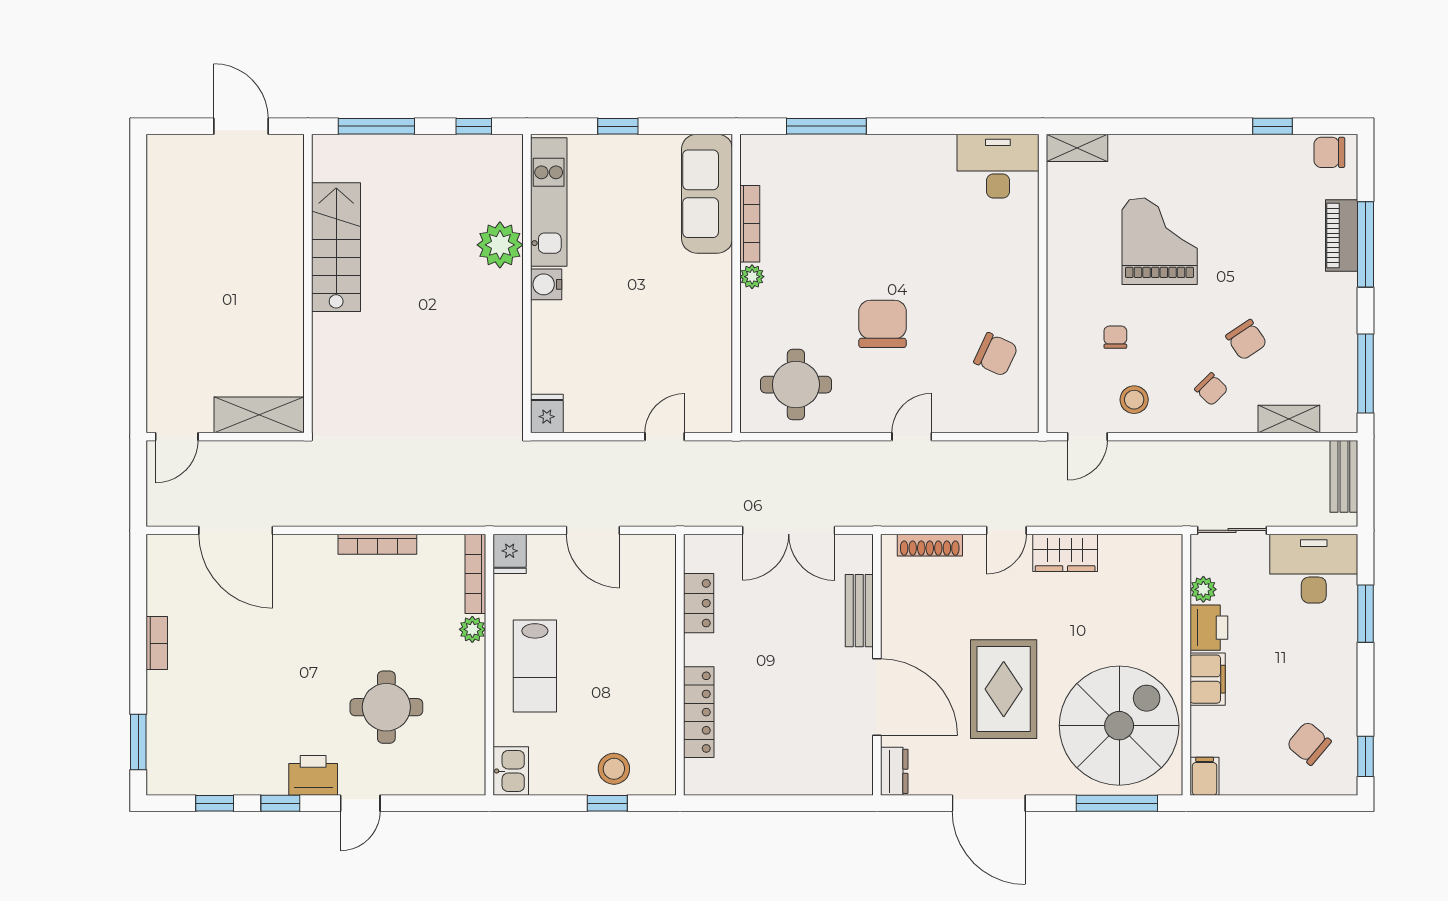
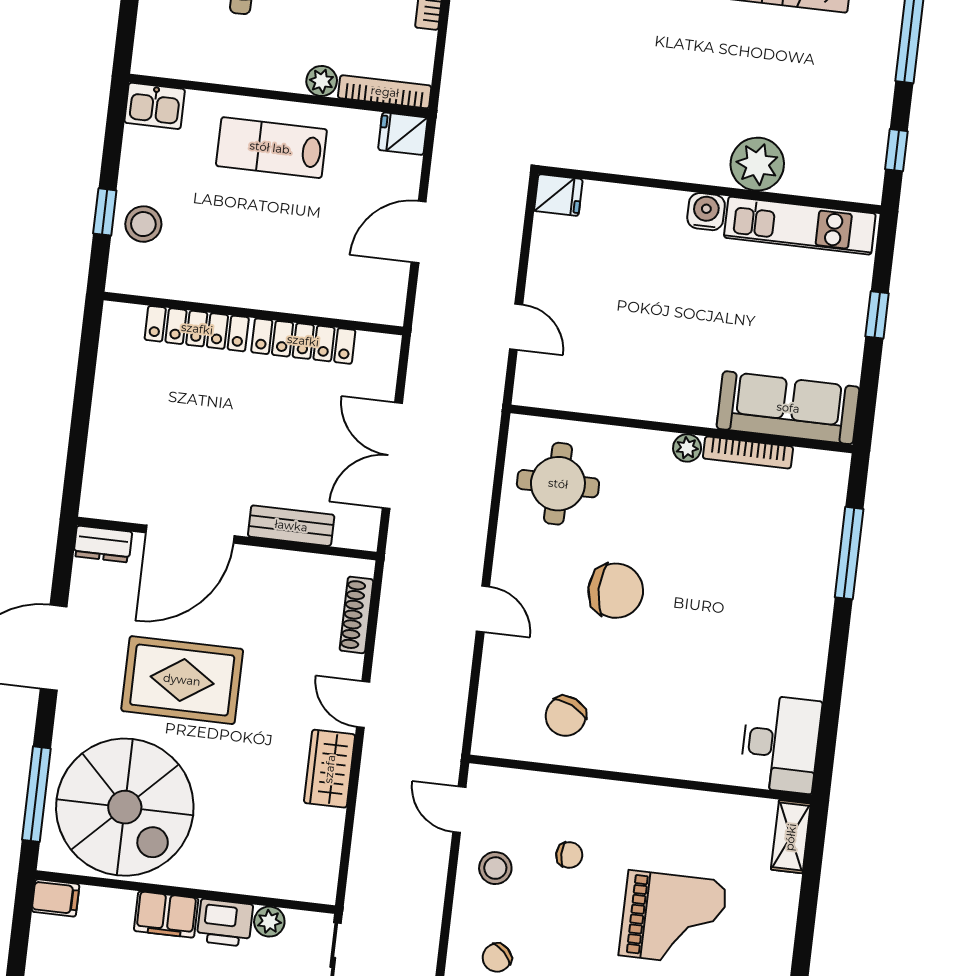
locker: (699, 603) -> (303, 341), width x1.53

